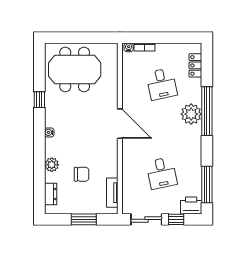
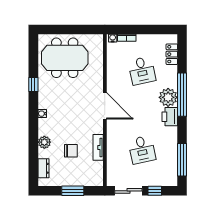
tv unit: (112, 193) -> (98, 147), moved
printer: (191, 206) -> (170, 117), moved, turned -90

